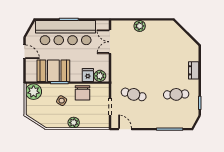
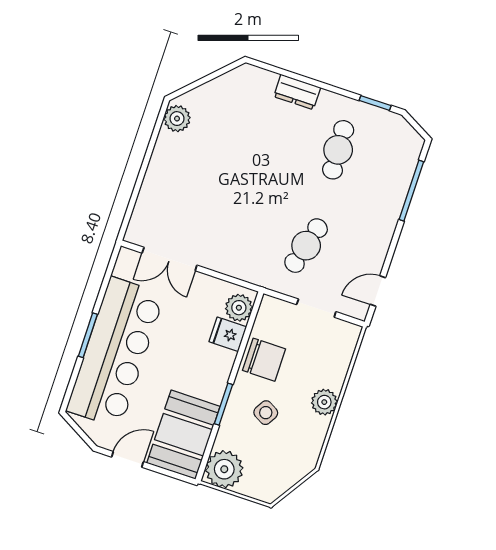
plant: (140, 26) -> (177, 119), moved
booth: (53, 71) -> (183, 435), moved

